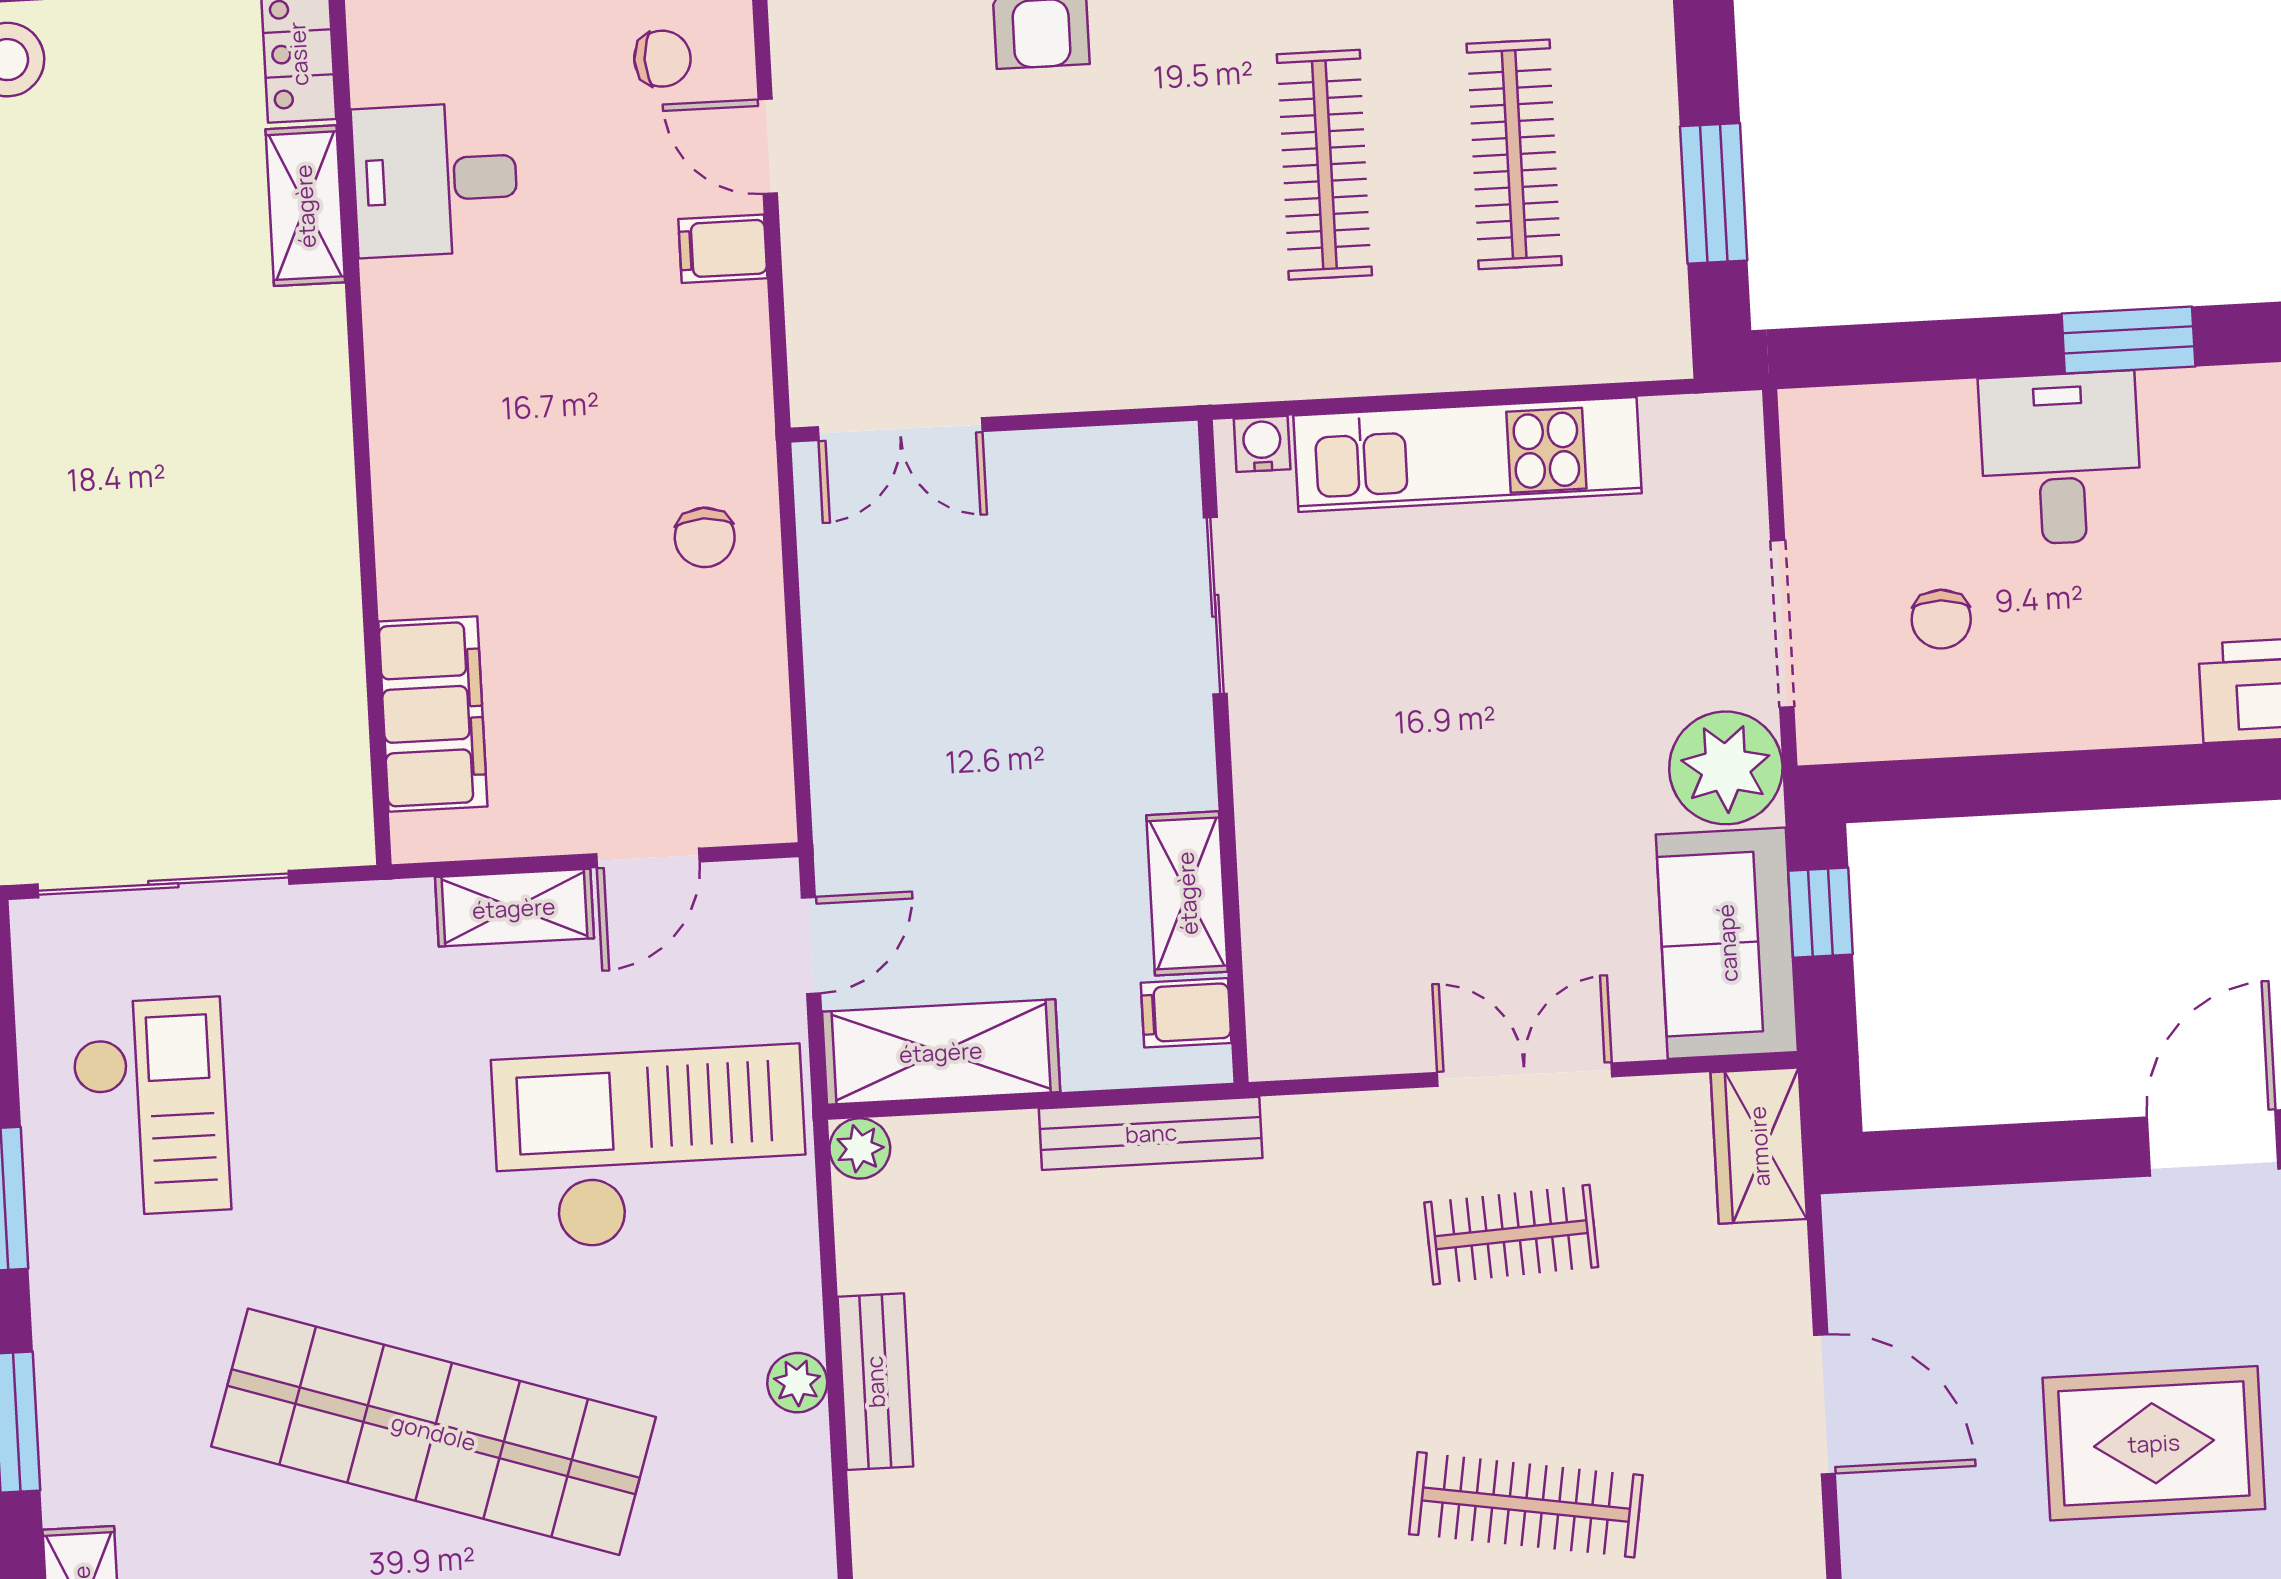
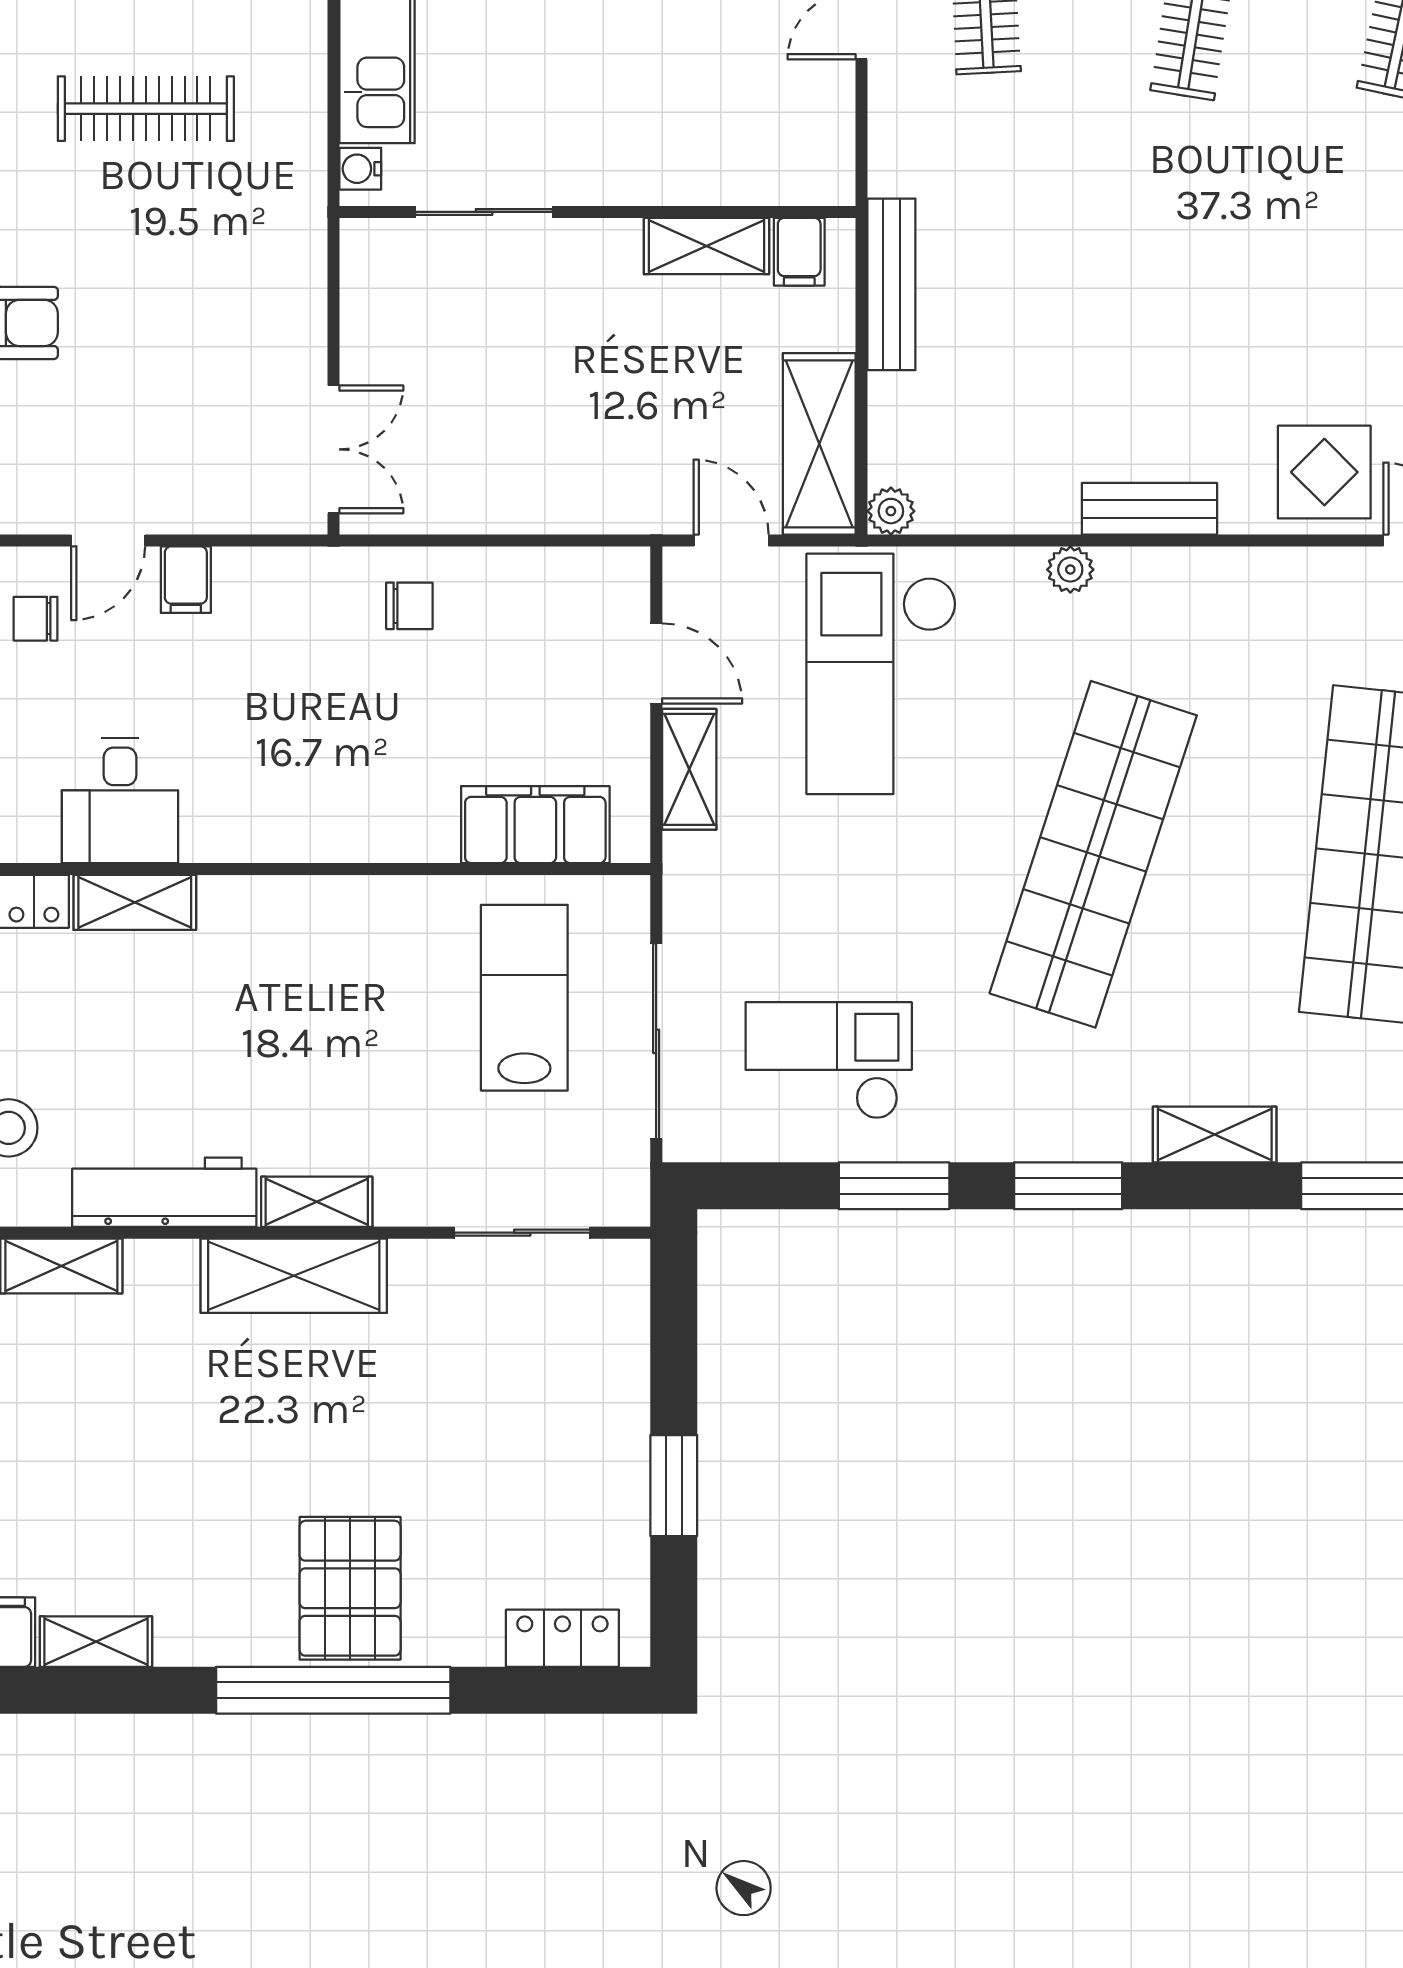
chair: (662, 59) -> (36, 619), turned -90
lab bench: (210, 712) -> (524, 998), added
bench: (875, 1382) -> (1149, 509), moved

